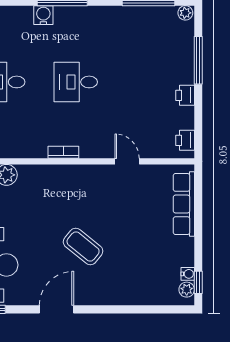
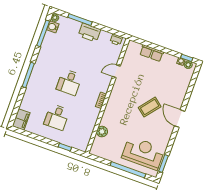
water cooler: (43, 15) -> (53, 27), moved
printer: (185, 95) -> (89, 33), width x1.87, depth x1.48
row of seats: (184, 204) -> (152, 53), width x0.68
door: (57, 309) -> (180, 119), moved

